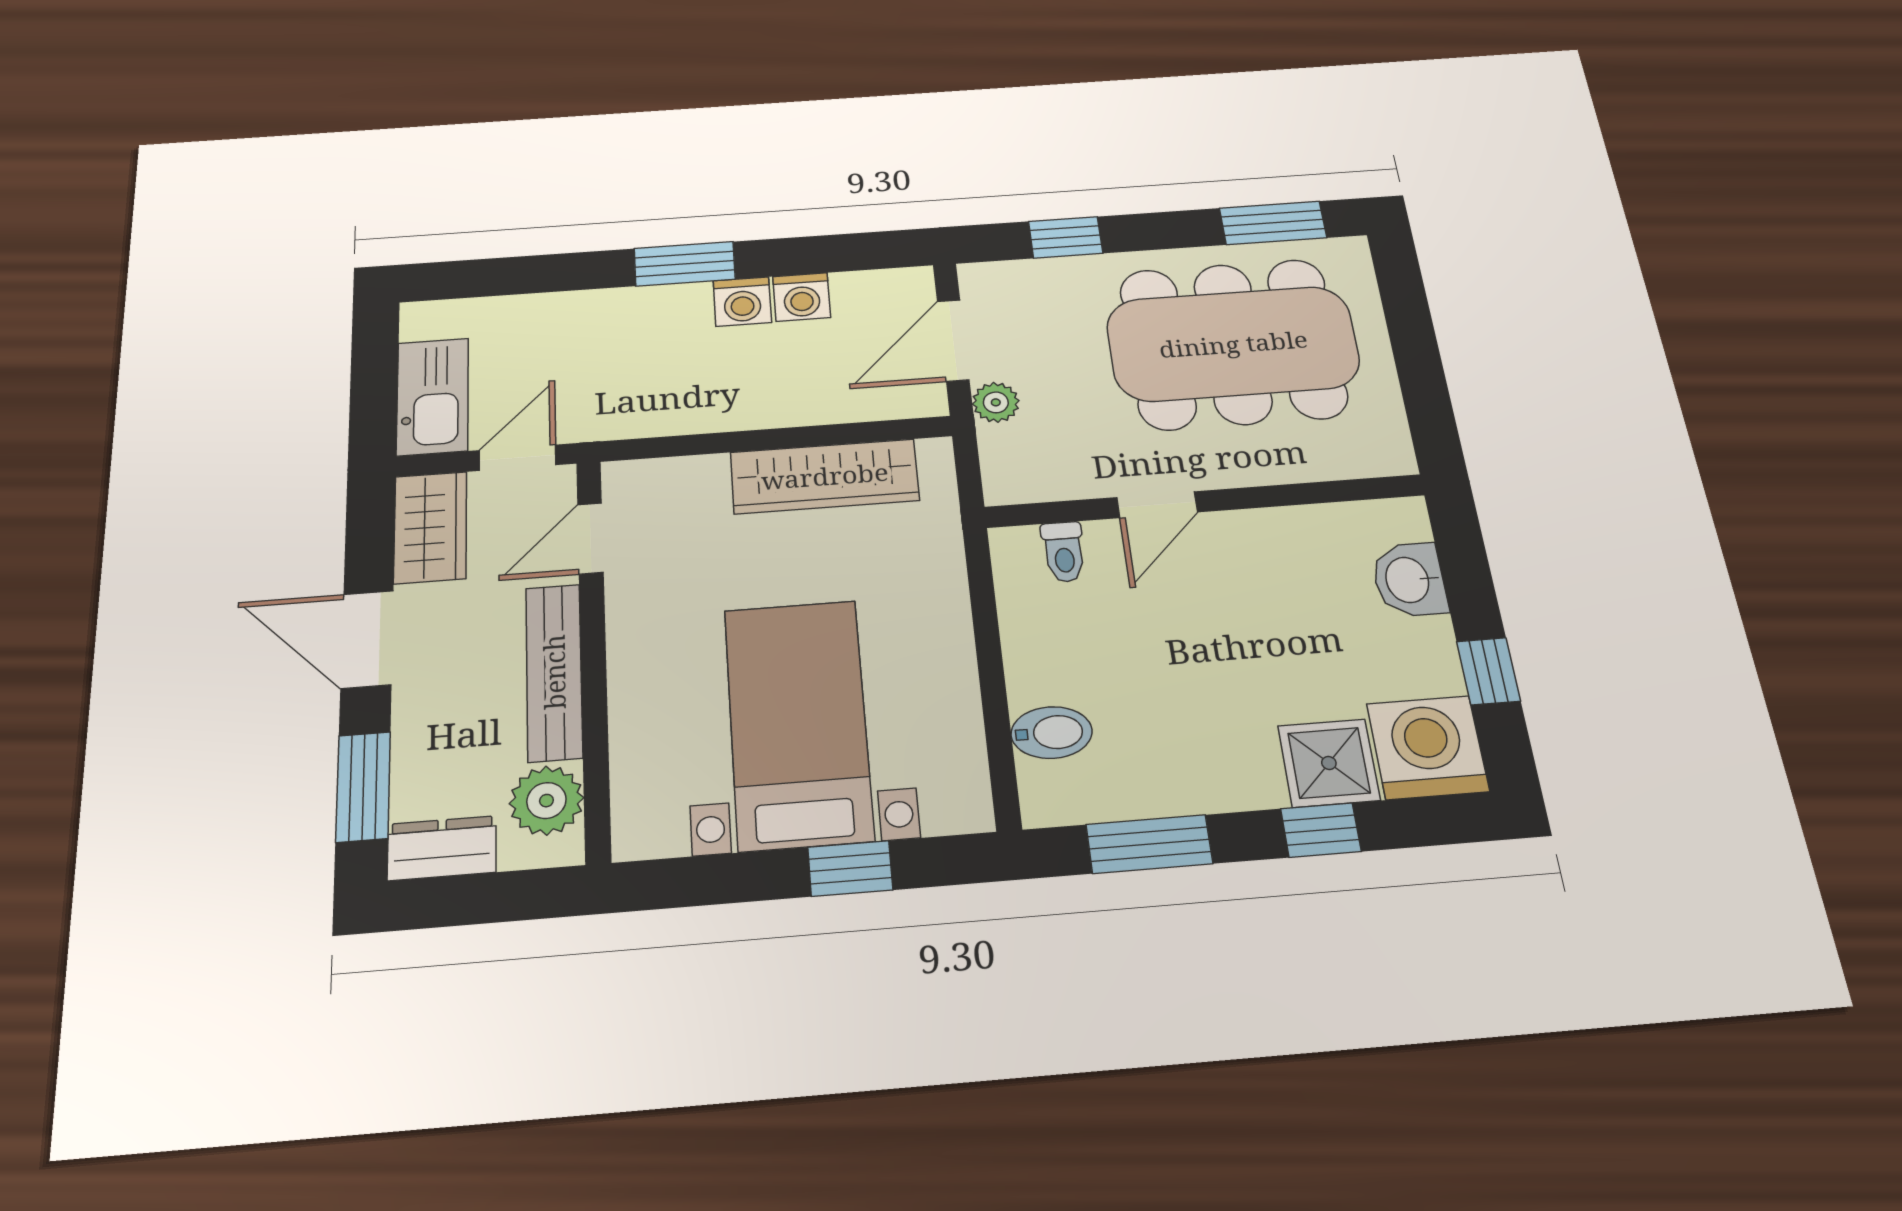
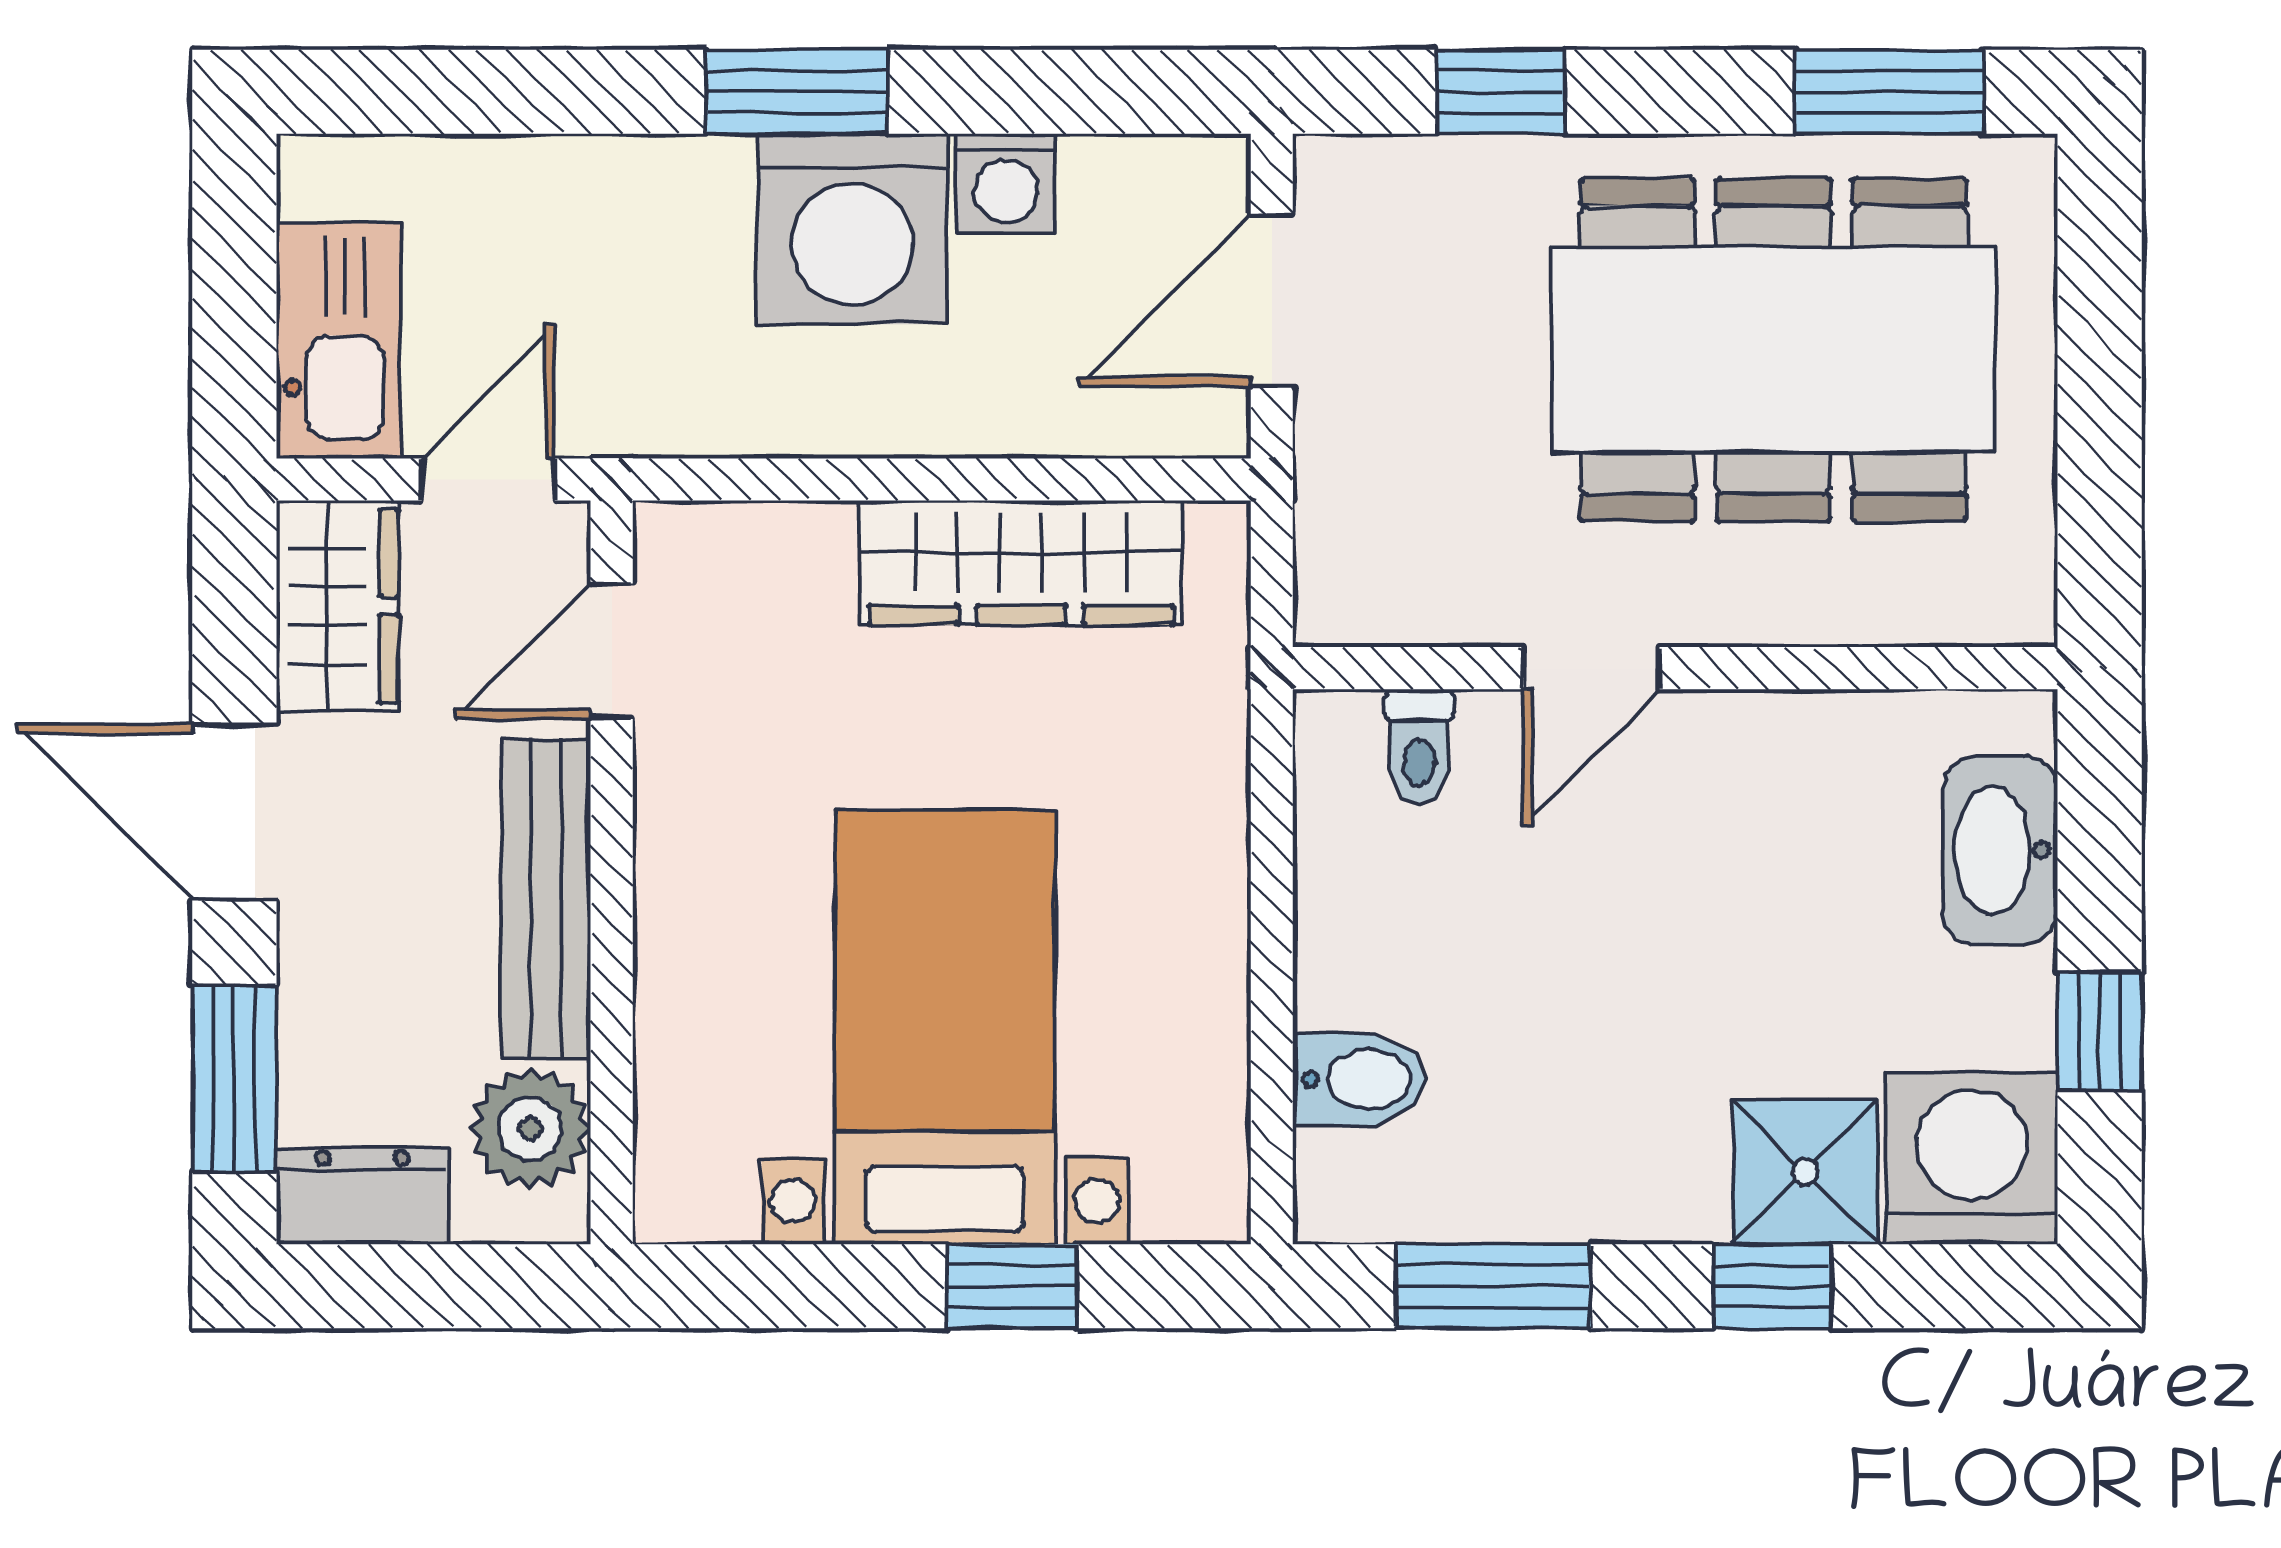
washing machine: (742, 302) -> (853, 229), width x1.89, depth x1.89
plant: (996, 402) -> (1335, 437), removed
washbasin: (1409, 580) -> (2000, 850), width x1.38

